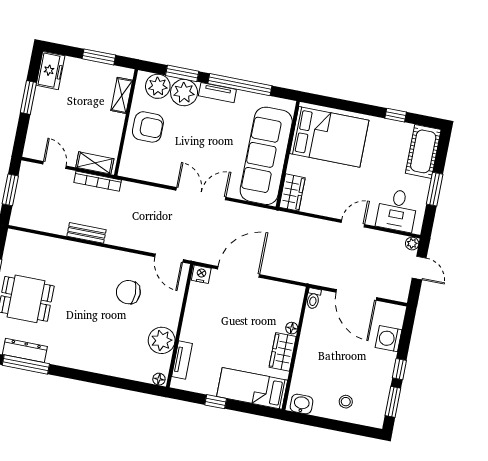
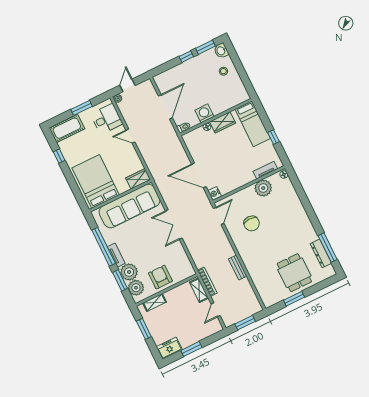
washing machine: (389, 339) -> (204, 113), moved, turned 180
washbasin: (302, 404) -> (221, 51), moved

